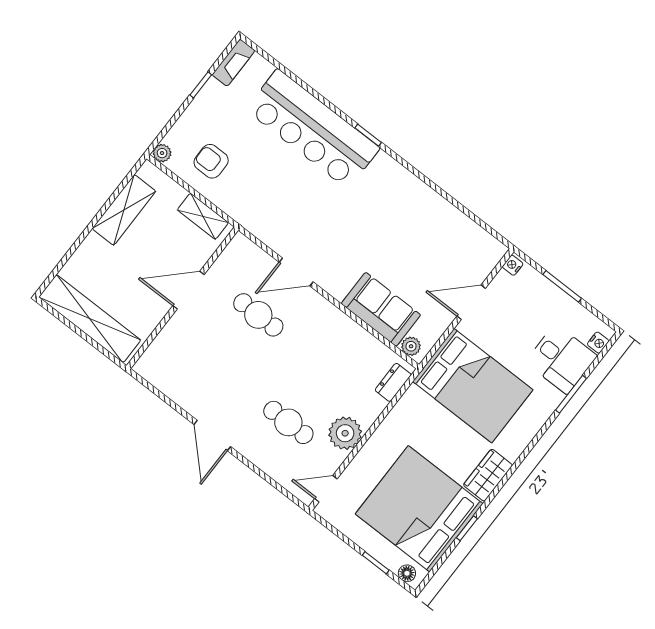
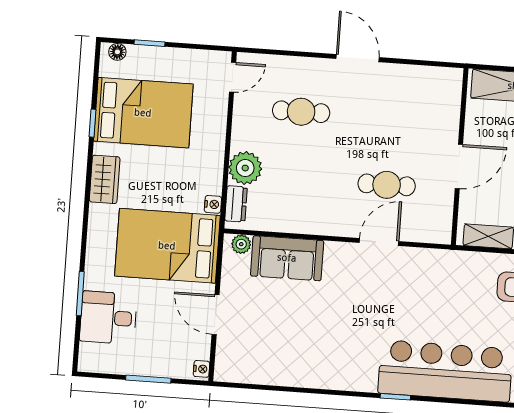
door: (471, 302) -> (216, 315), swing flipped
nightstand: (598, 343) -> (213, 204), moved, turned 180
plant: (345, 433) -> (245, 168), moved
bed: (419, 509) -> (143, 113), width x0.73

